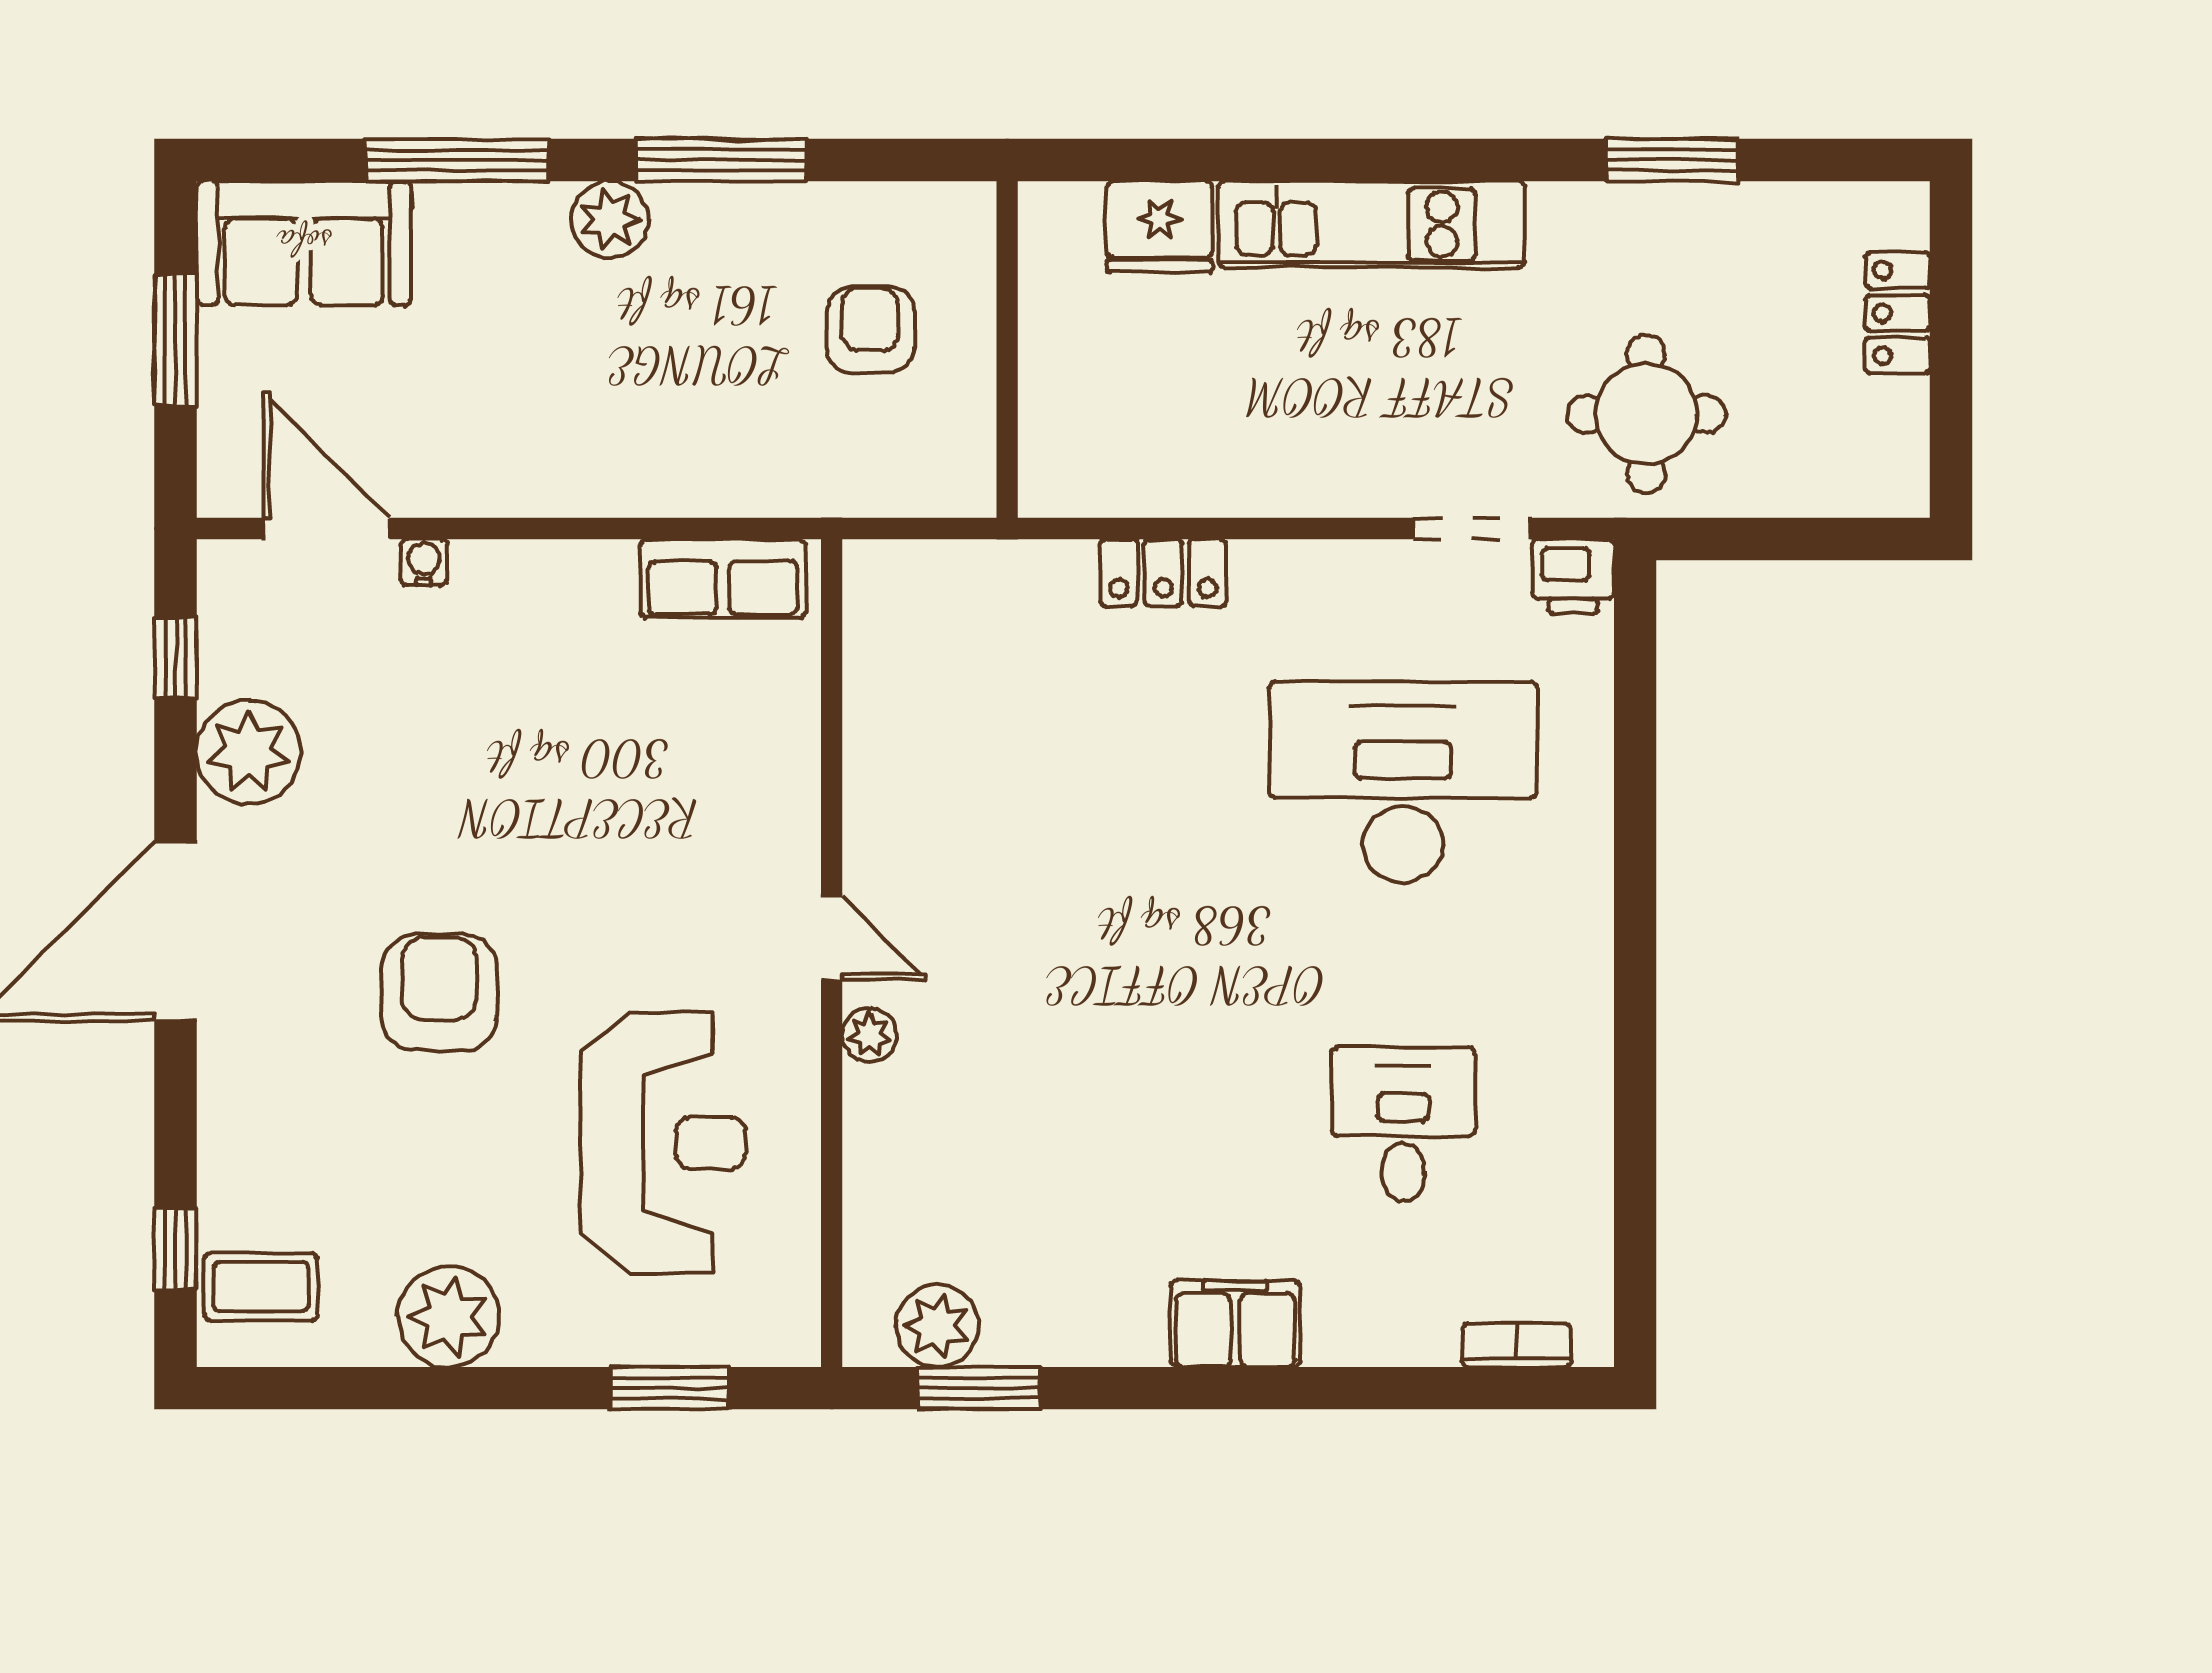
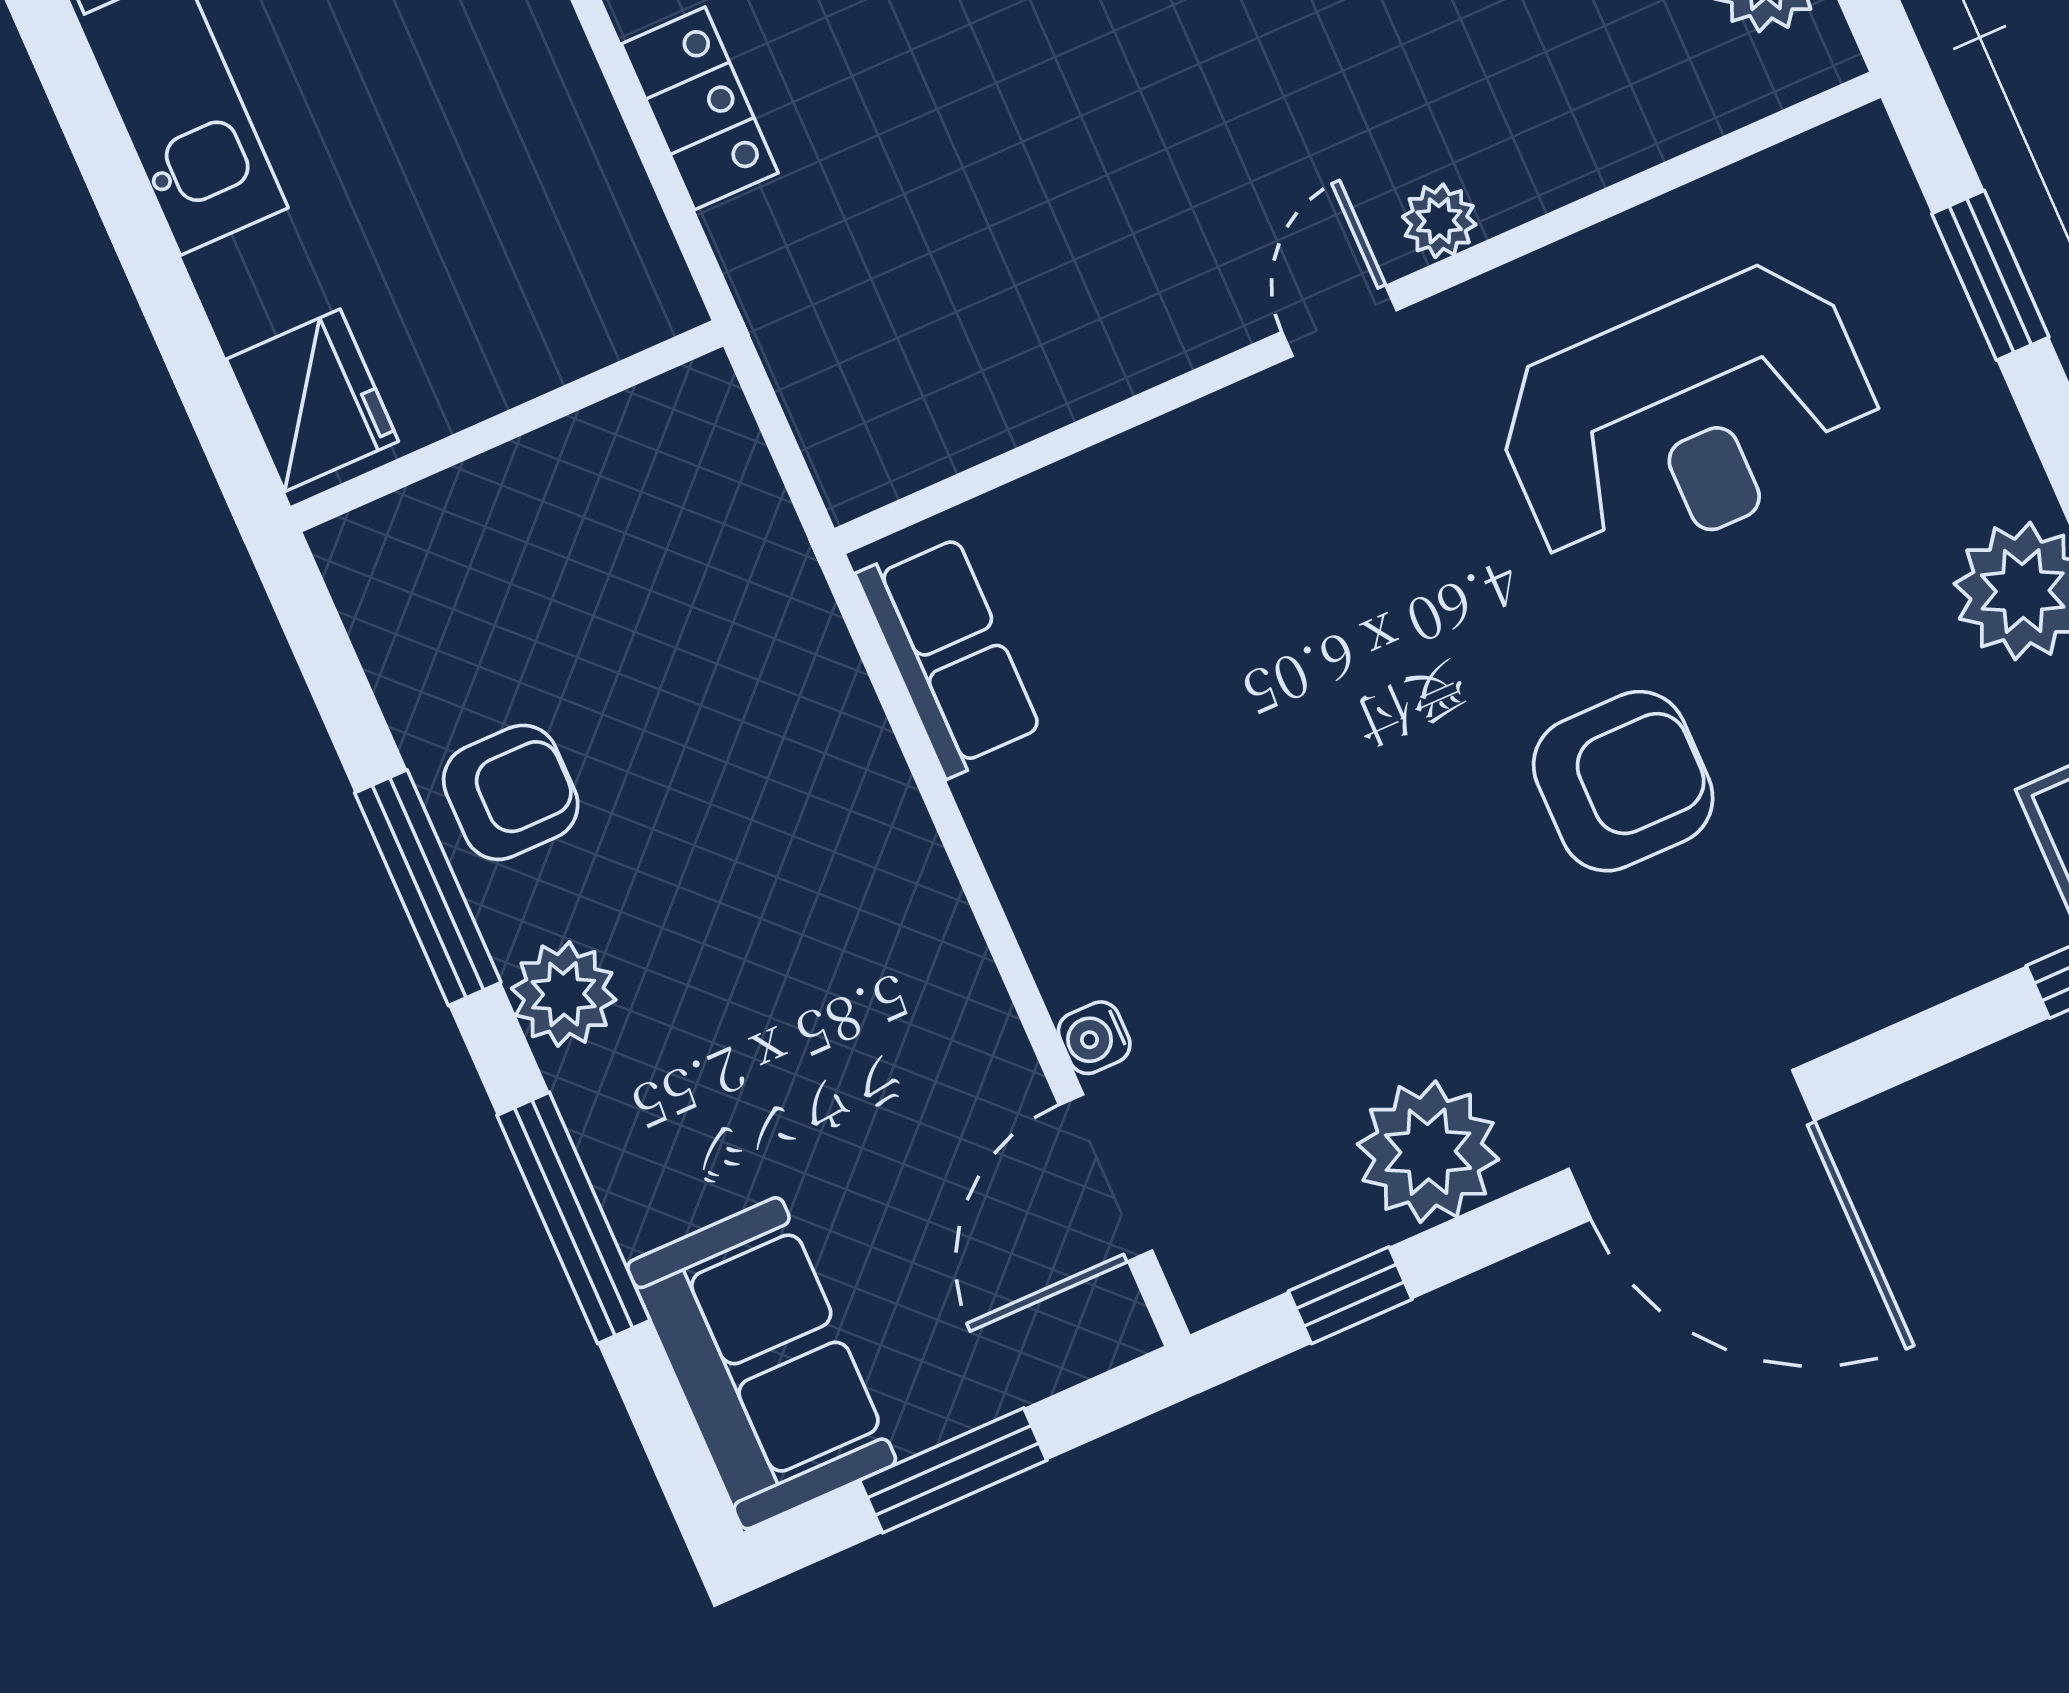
fridge: (1159, 227) -> (312, 400), moved
armchair: (870, 330) -> (511, 792), moved, turned 180
armchair: (439, 993) -> (1623, 781), turned 180
reception desk: (663, 1143) -> (1688, 419), turned 180

